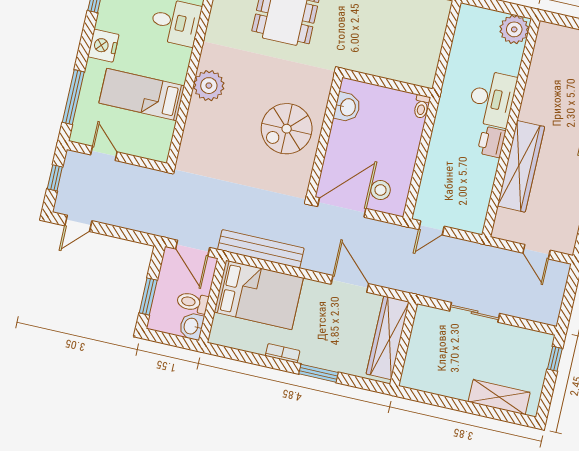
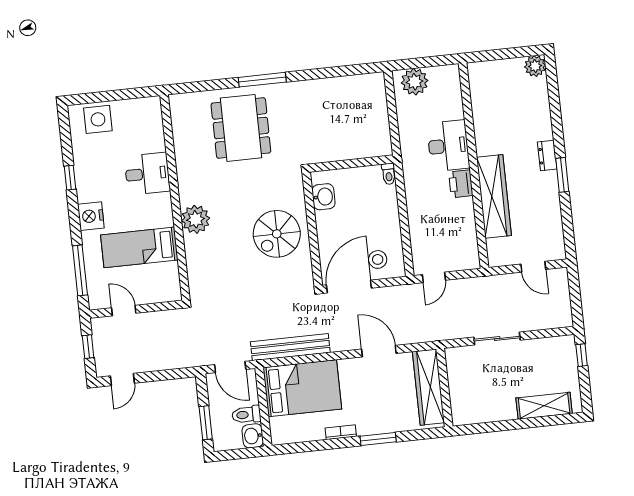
plant: (514, 29) -> (415, 82), moved

